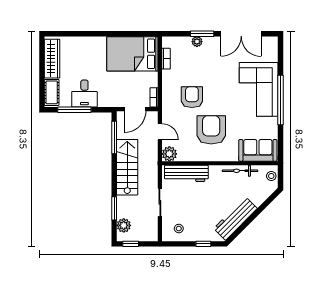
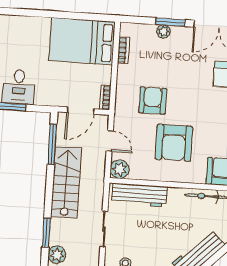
armchair: (211, 130) -> (174, 143), turned 180

